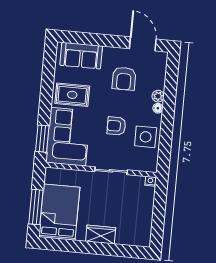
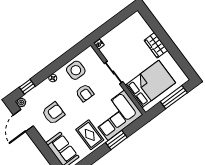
window: (172, 77) -> (27, 87), added
plant: (158, 96) -> (21, 102), moved
window: (42, 139) -> (116, 140), moved
bed: (59, 212) -> (150, 84), moved, turned 180

